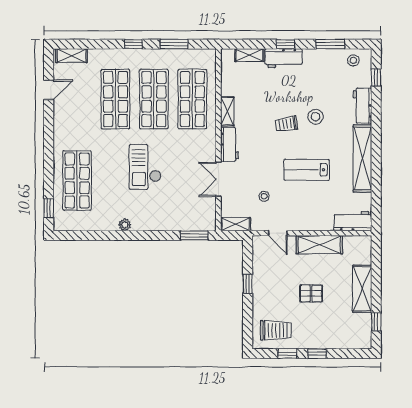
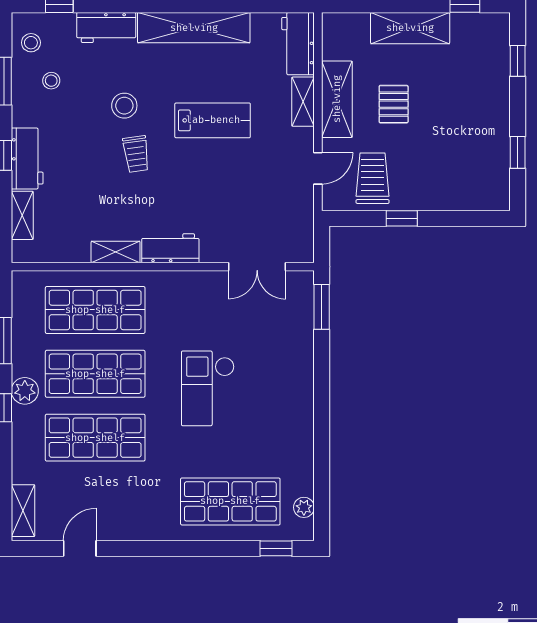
plant: (144, 57) -> (25, 391), added
door: (49, 90) -> (80, 548), hinge flipped
checkout: (145, 167) -> (208, 388), turned 90
lab bench: (307, 170) -> (213, 120), turned -90
double door: (218, 179) -> (257, 267), moved
stool: (264, 196) -> (51, 81), moved
shelving: (236, 224) -> (303, 102), moved
plant: (125, 225) -> (304, 507), moved
pallet: (311, 293) -> (394, 104), moved
trolley: (276, 330) -> (373, 178), moved
window: (317, 354) -> (518, 61), moved

